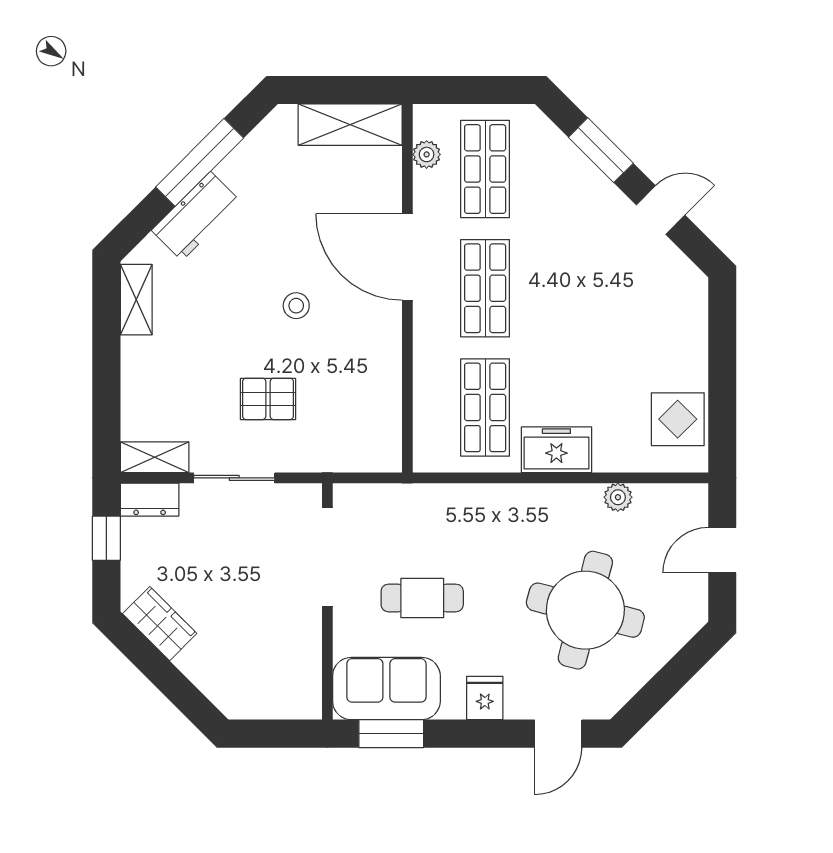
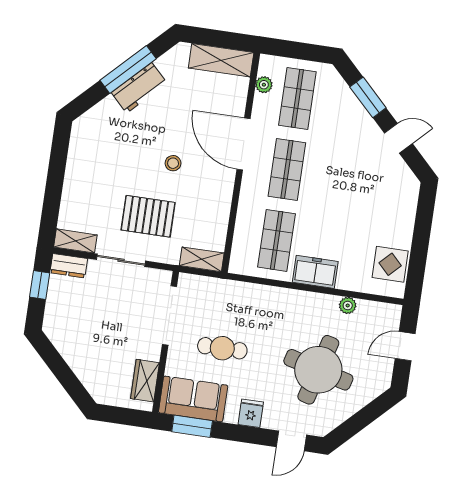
workbench: (196, 216) -> (139, 88), moved
shelving: (136, 300) -> (202, 259), moved, turned 90
pallet: (268, 399) -> (148, 216), width x1.50, depth x1.42
wardrobe: (160, 624) -> (145, 381), moved, turned -135

